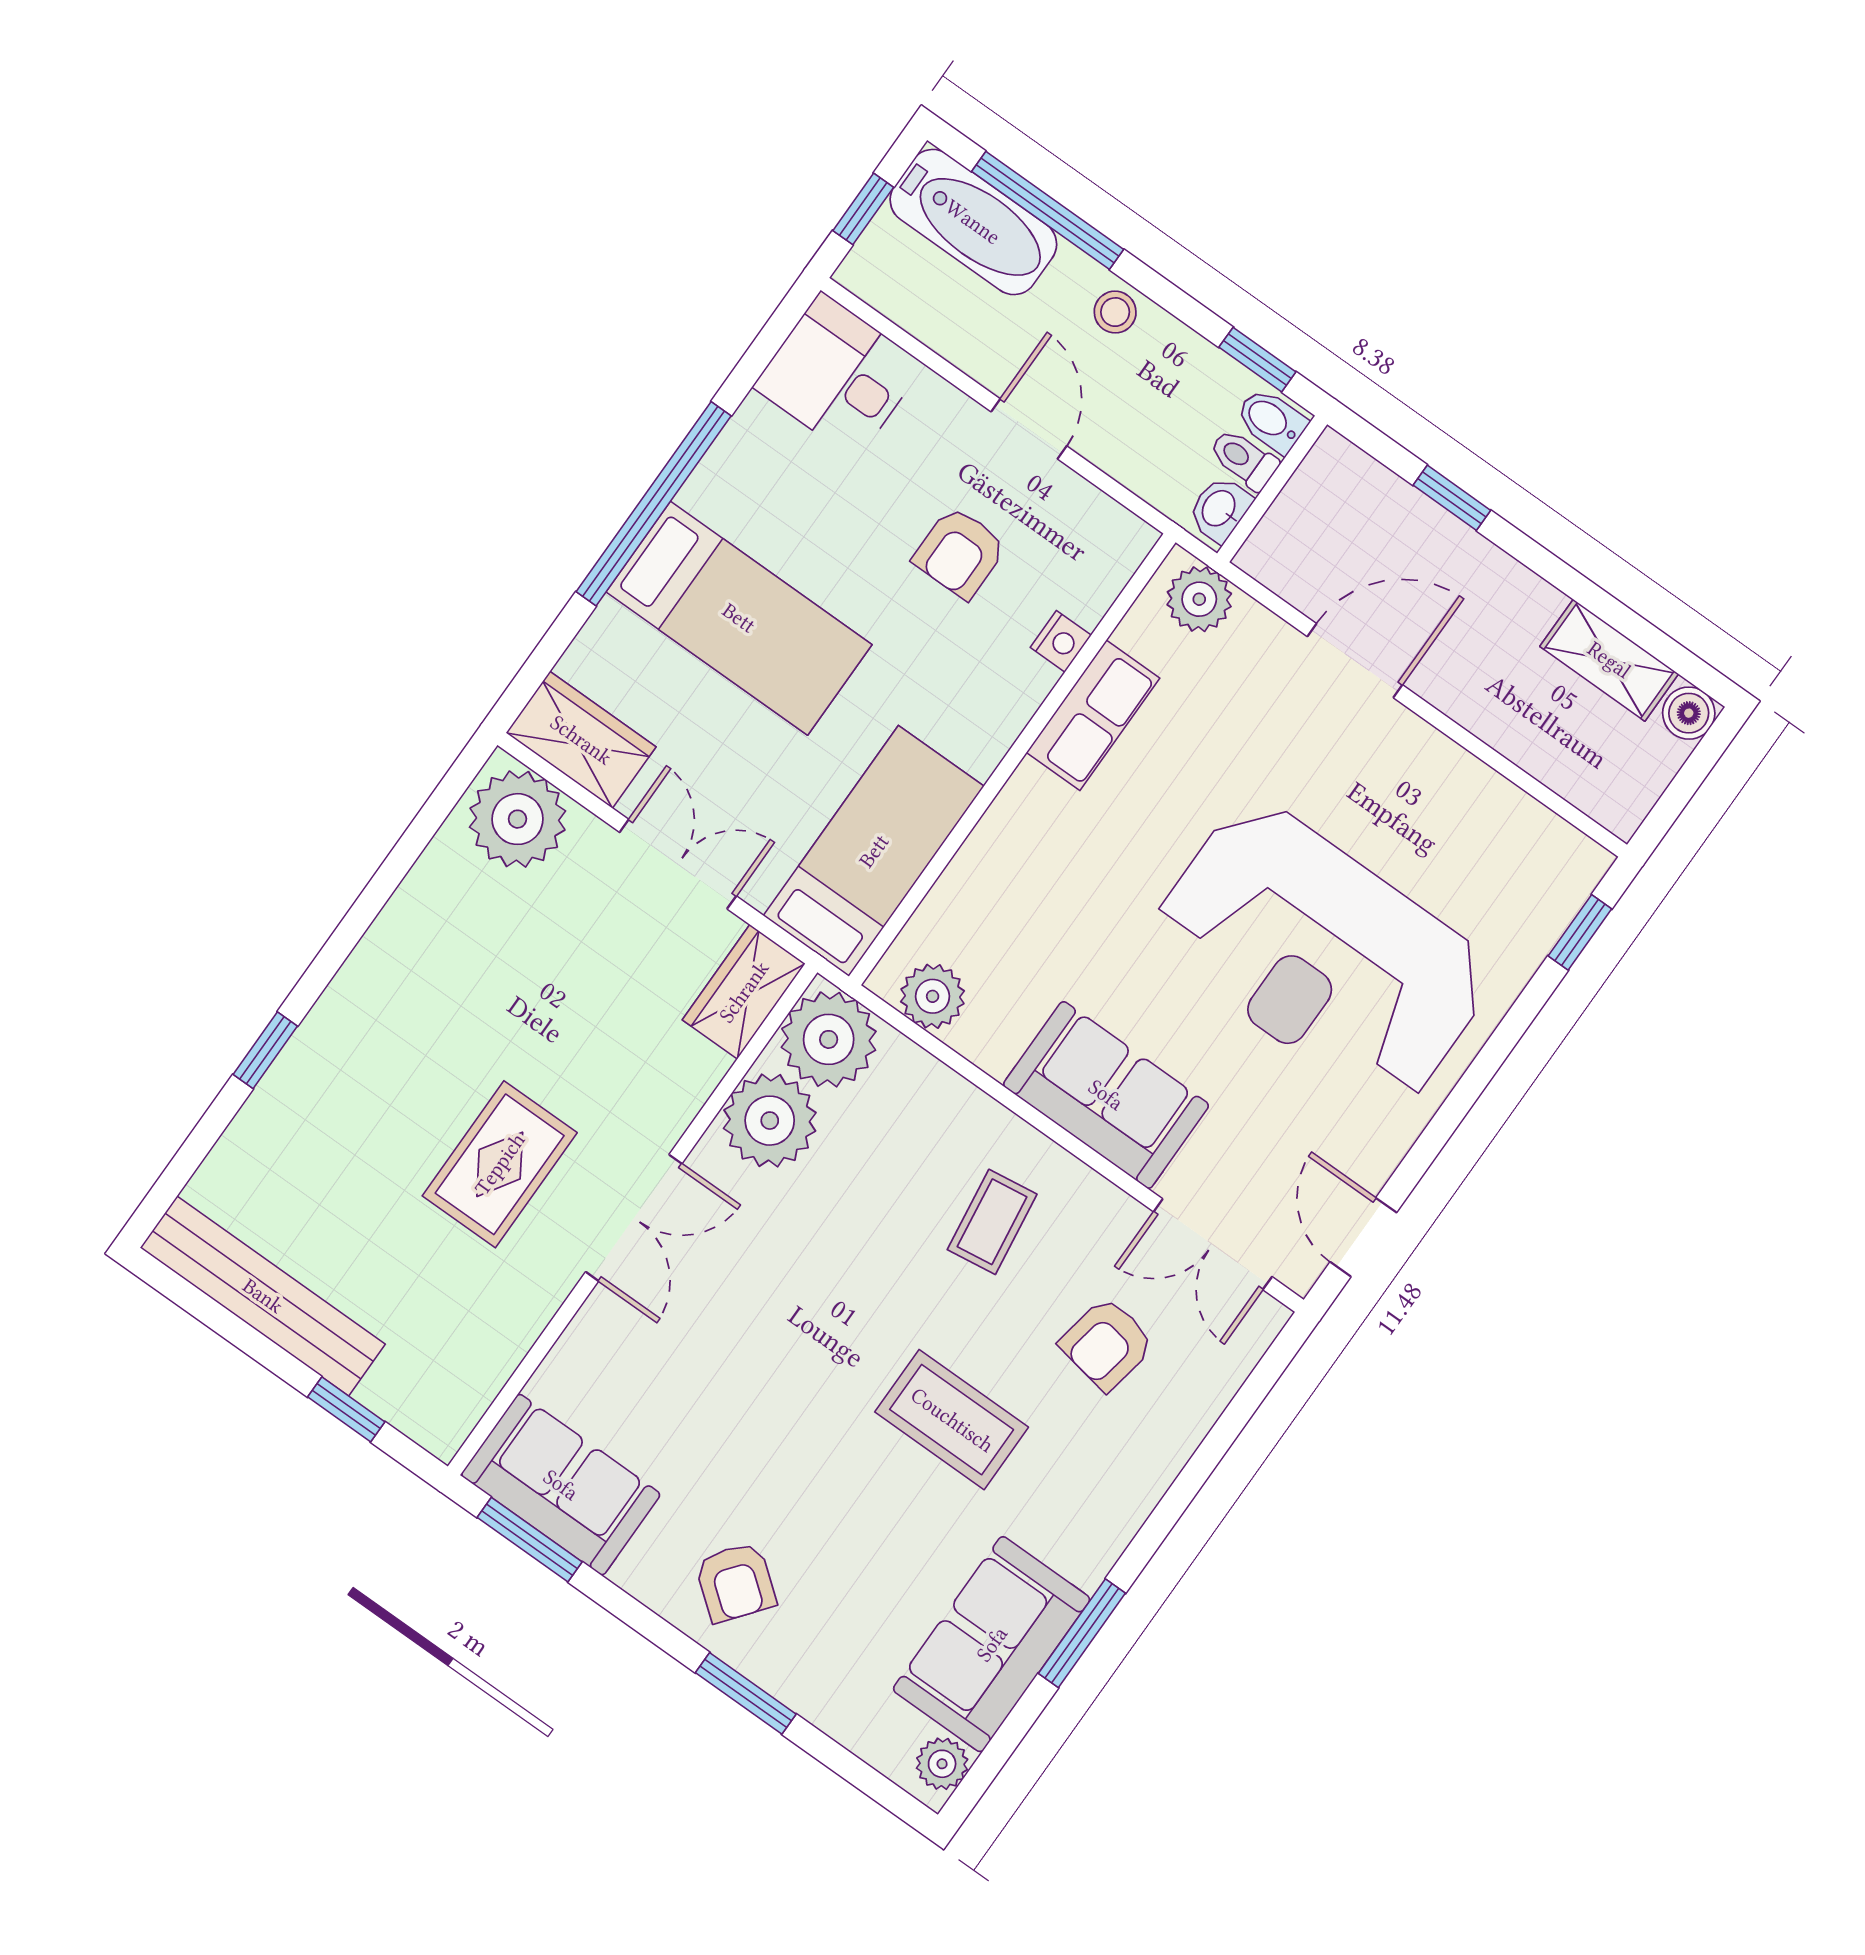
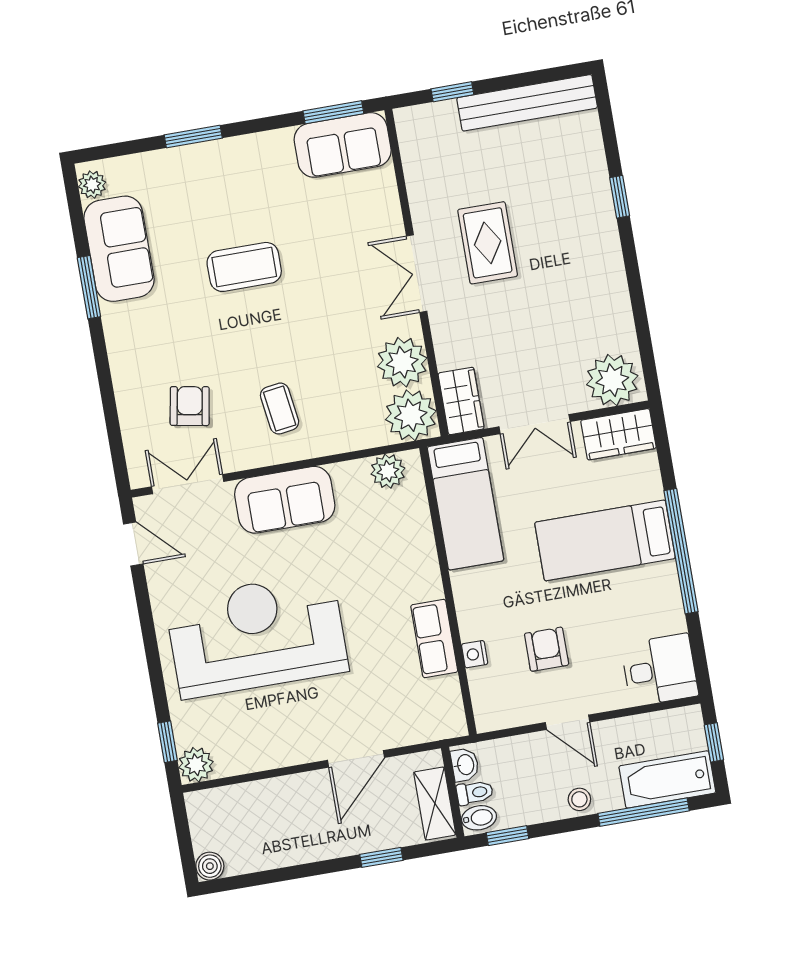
plant: (1199, 599) -> (196, 765), moved
shelving: (1609, 660) -> (435, 803), moved, turned 90
coffee table: (952, 1420) -> (244, 267), moved
armchair: (736, 1582) -> (239, 175), removed

